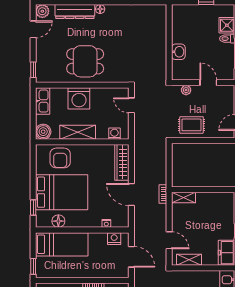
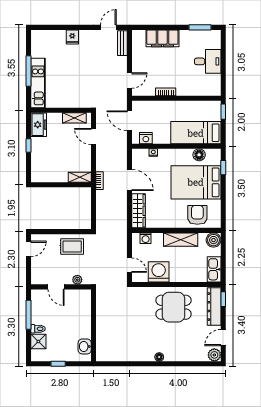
dresser: (75, 12) -> (214, 307), moved, turned -90
washbasin: (178, 52) -> (85, 346), moved
washing machine: (79, 98) -> (159, 272), moved

